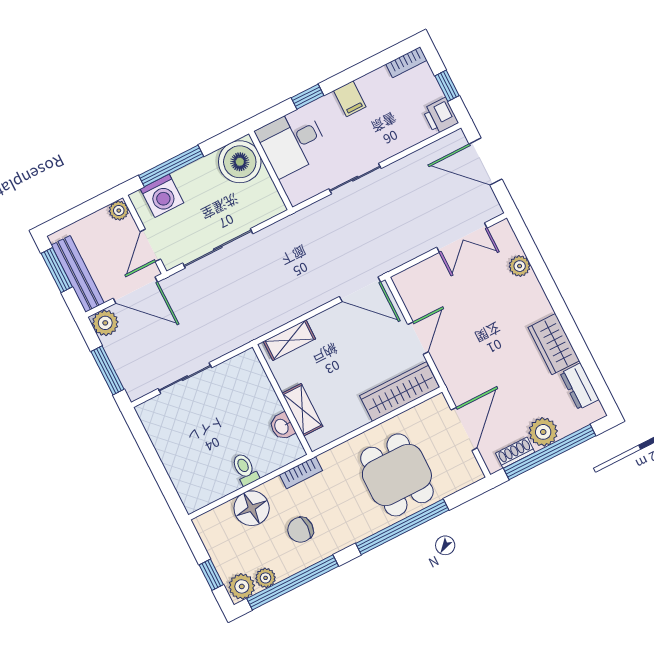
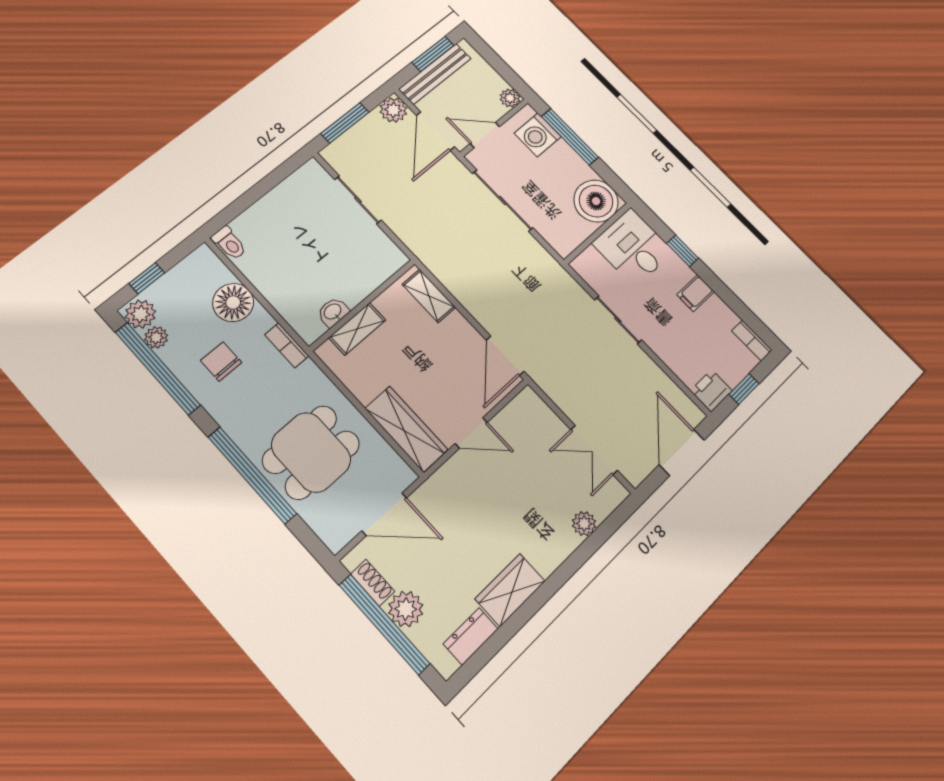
toilet: (245, 469) -> (229, 243), moved, turned 90

